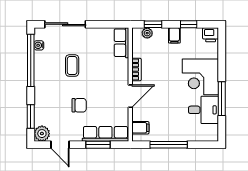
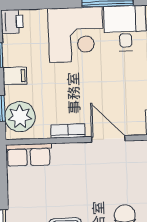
plant: (147, 33) -> (20, 117), width x1.88, depth x1.88

